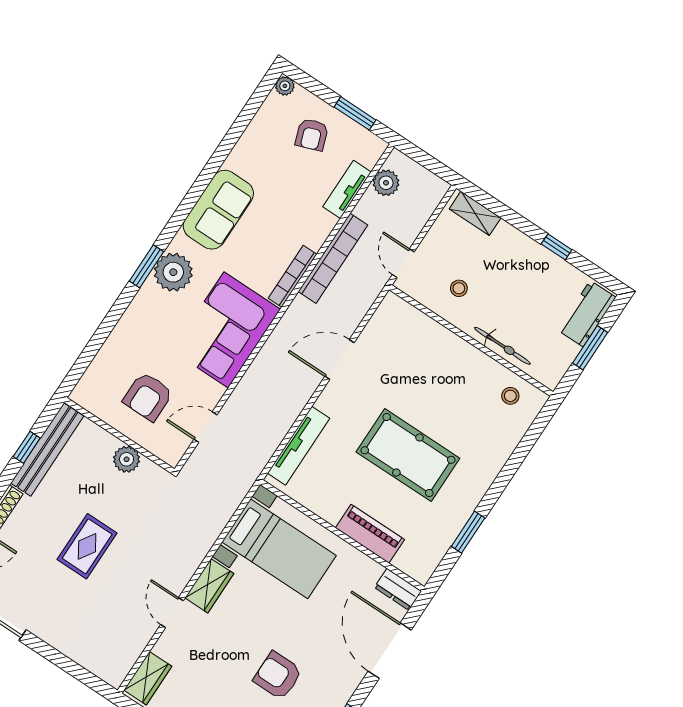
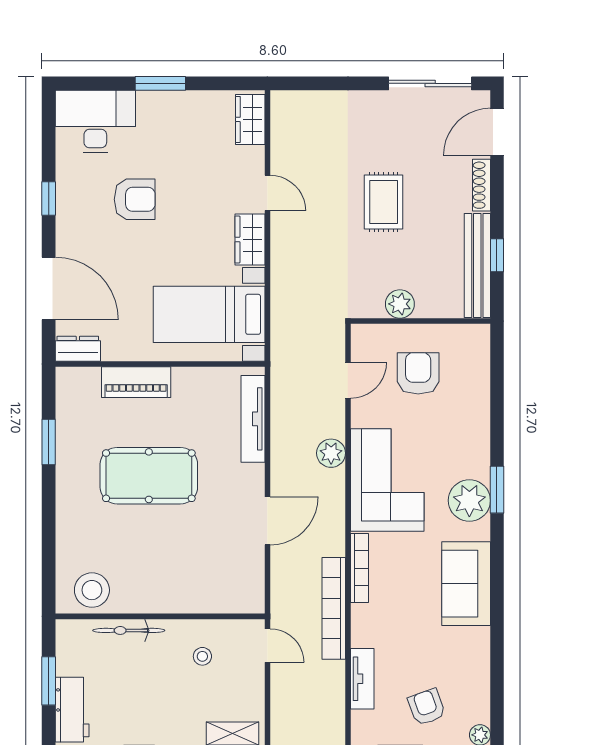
plant: (386, 183) -> (331, 453), moved
stool: (510, 396) -> (92, 590), width x1.89, depth x1.89

